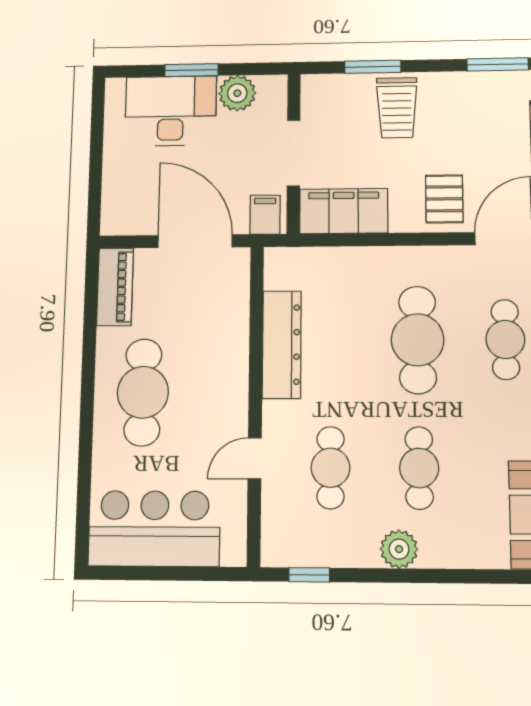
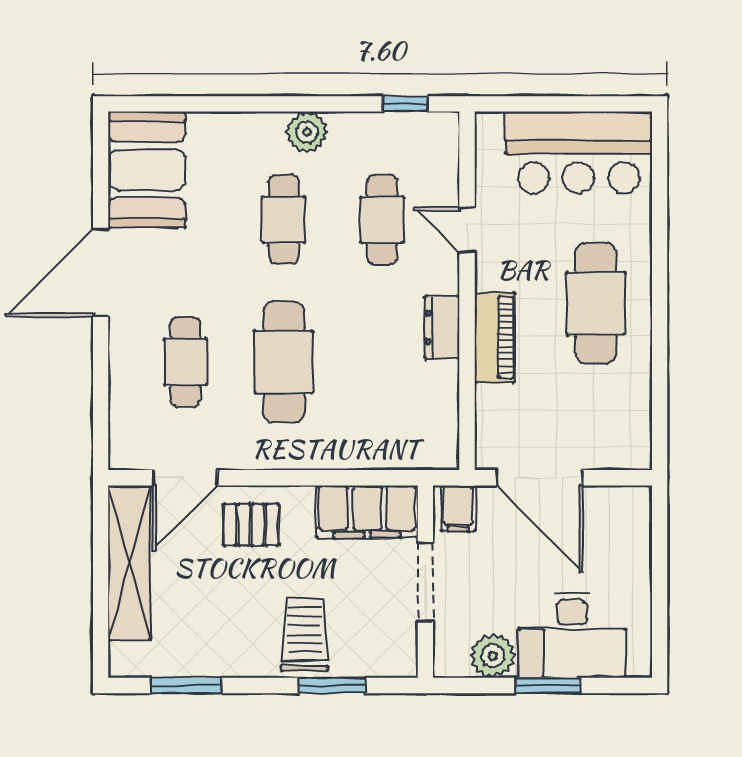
pallet: (444, 199) -> (251, 525), turned 90
piano: (115, 287) -> (495, 337), moved, turned 180
dresser: (282, 345) -> (442, 327), width x0.51, depth x0.80
door: (255, 458) -> (467, 230), swing flipped

